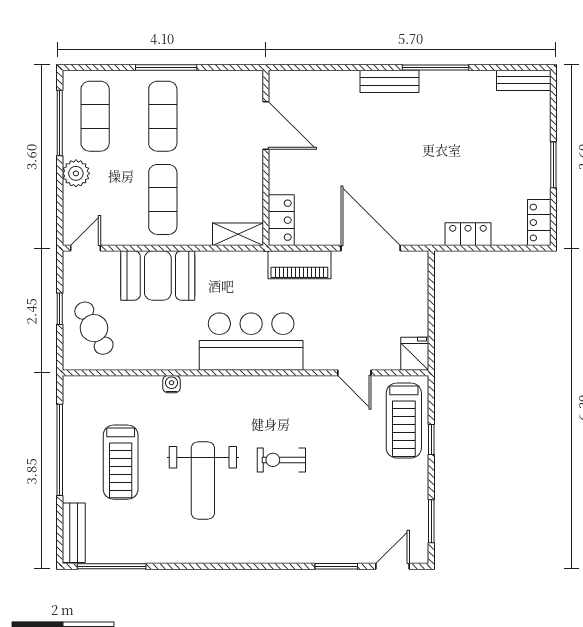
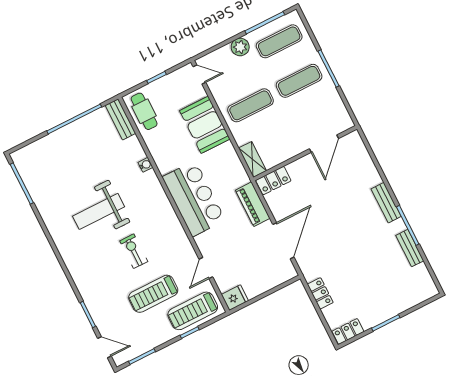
bench: (524, 80) -> (410, 248), moved
cafe table: (94, 328) -> (144, 111), moved, turned -61
treadmill: (121, 462) -> (153, 294), moved
bench: (74, 533) -> (121, 119), moved, turned 90

